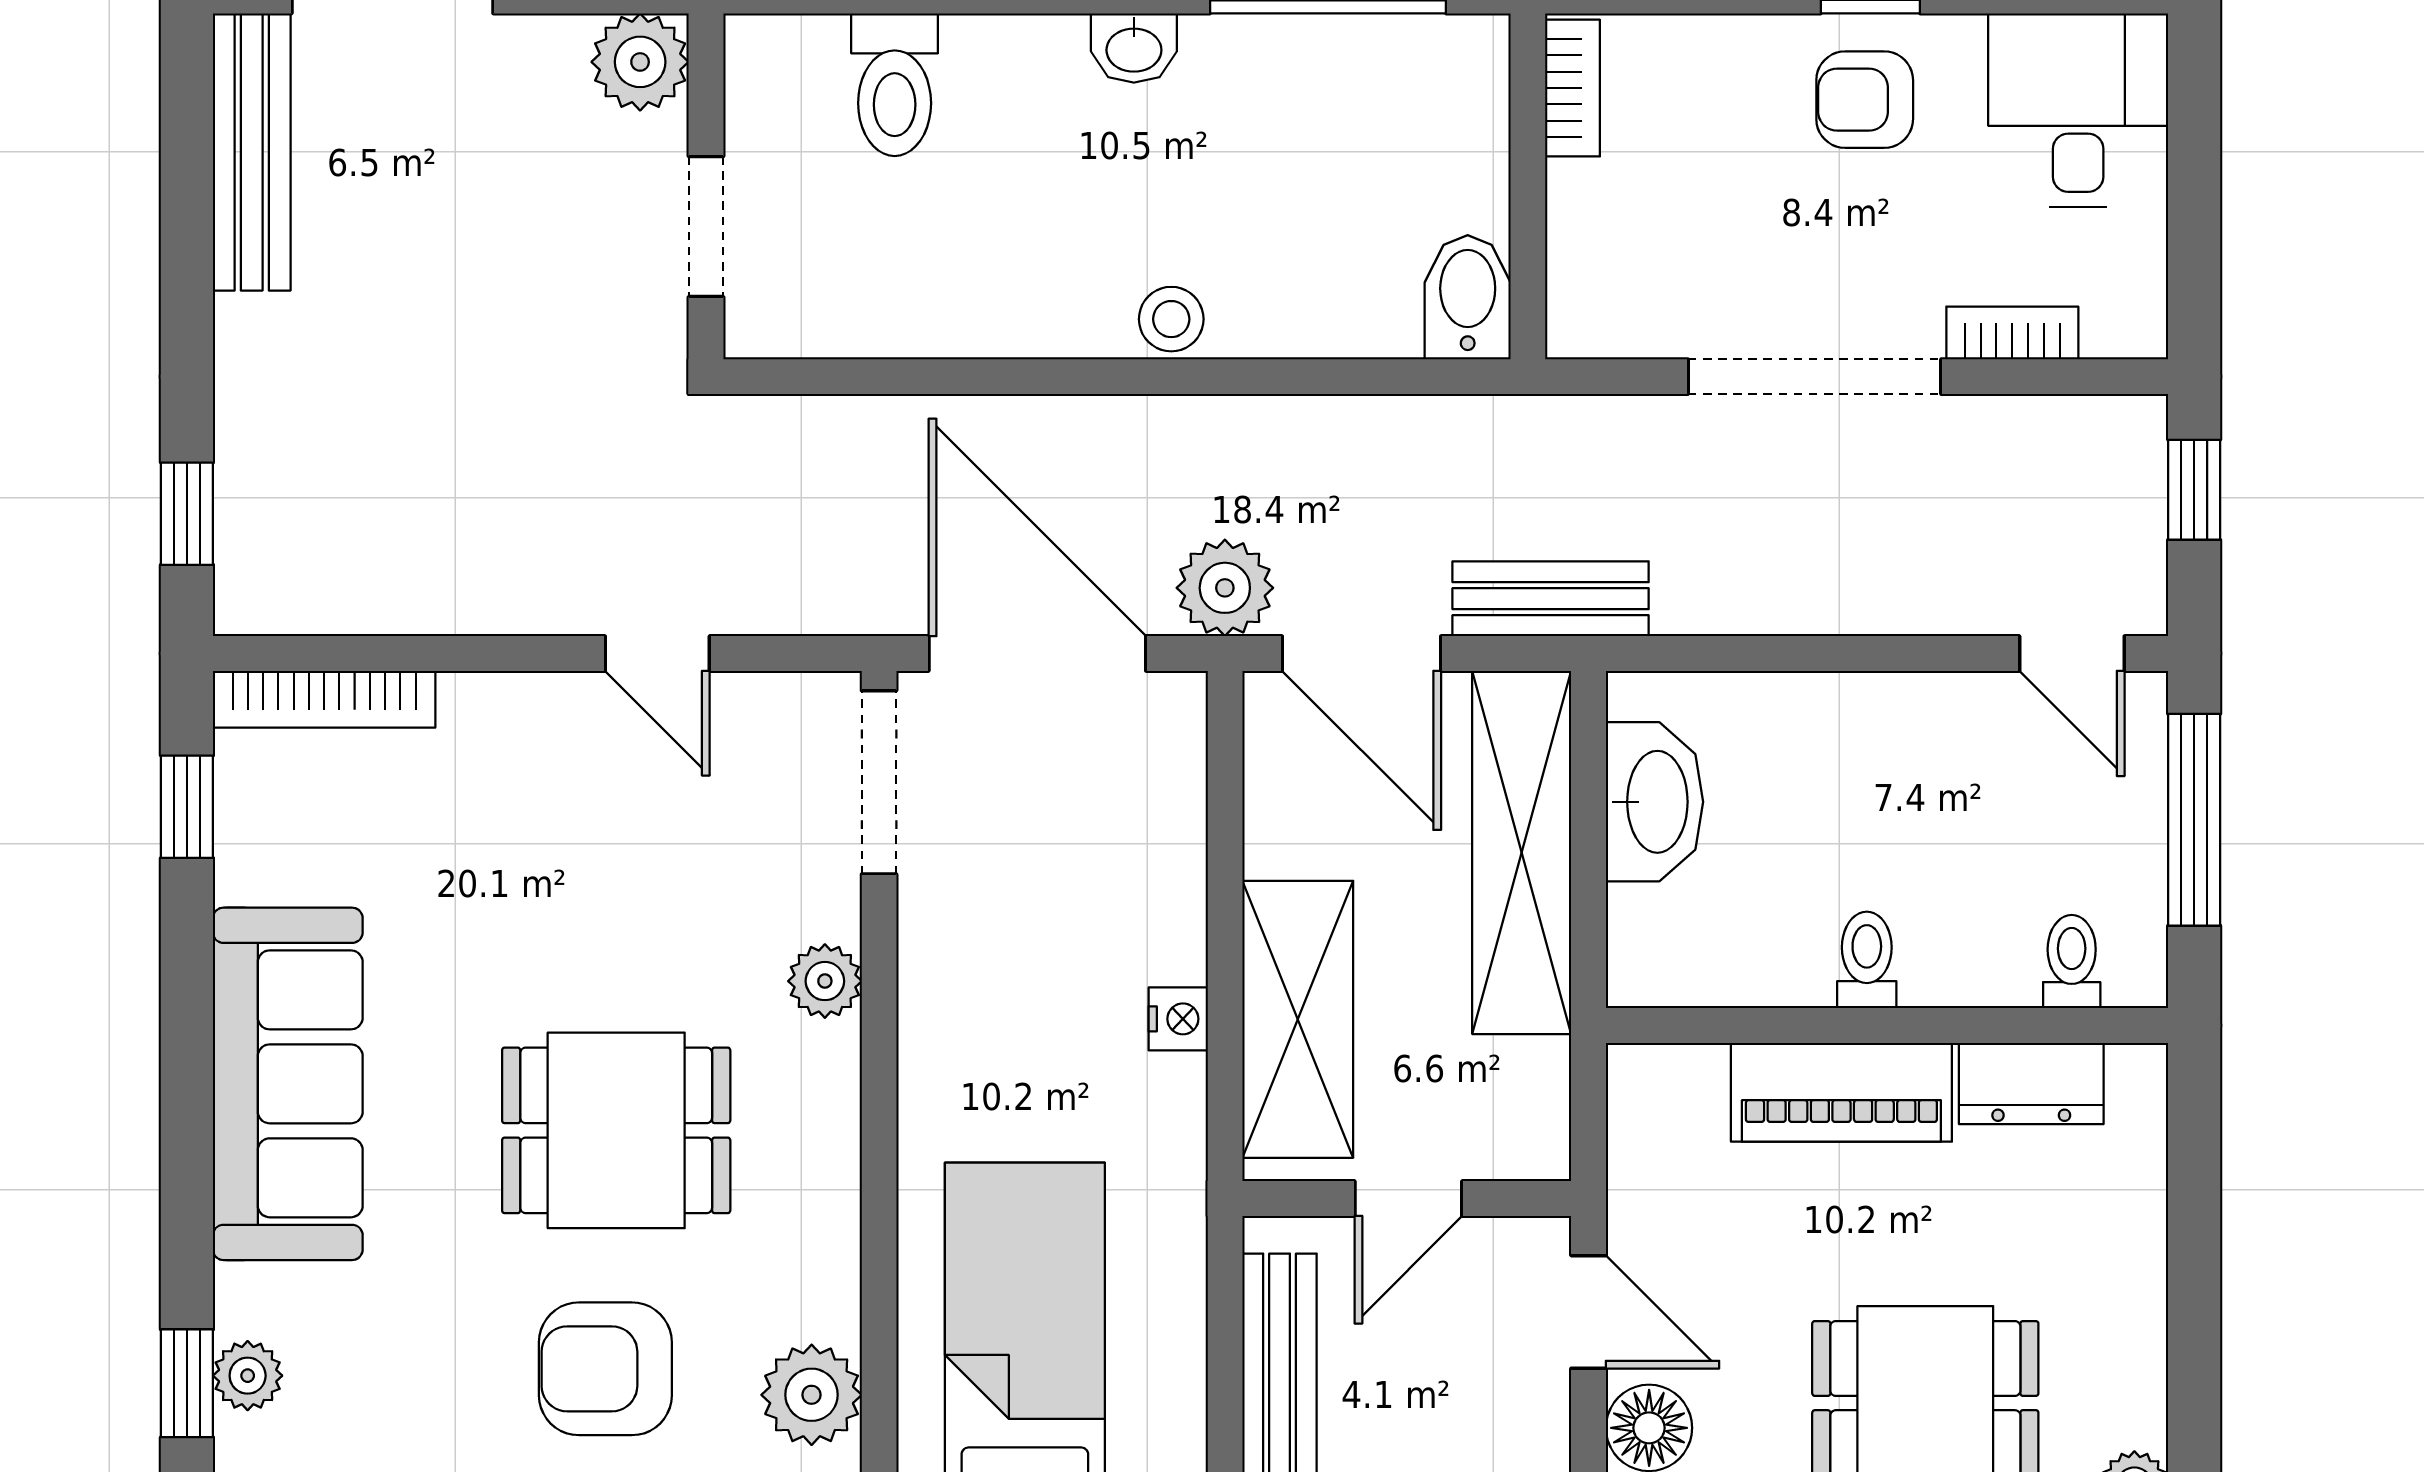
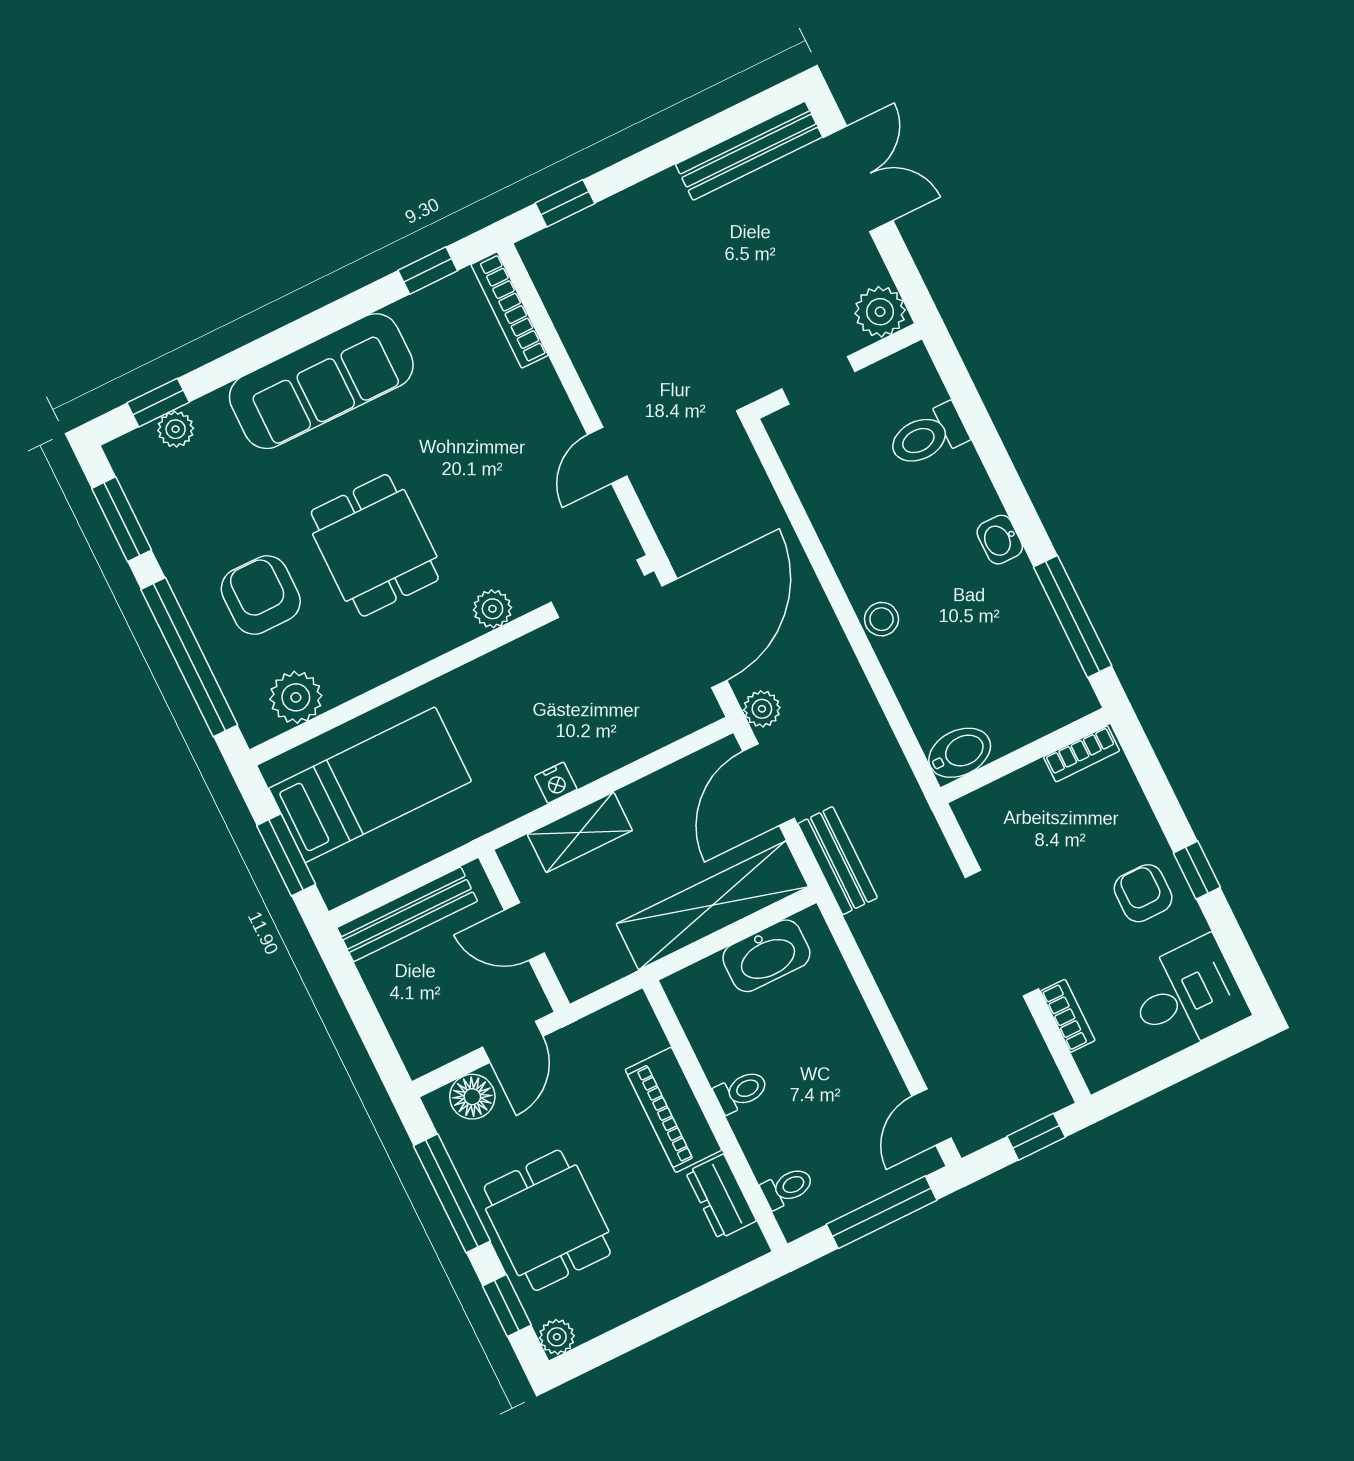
plant: (1225, 588) -> (762, 709), width x0.73, depth x0.73
shelving: (1298, 1019) -> (580, 832), width x0.67, depth x0.75

